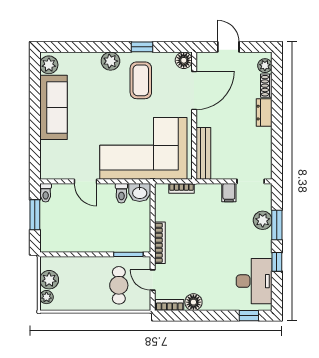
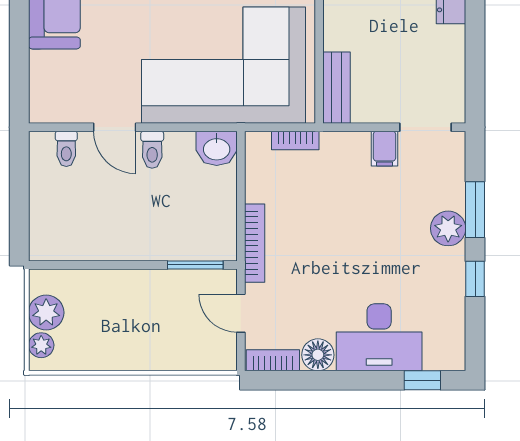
bench: (203, 153) -> (337, 88), width x0.73
toilet: (46, 193) -> (66, 149), moved
toilet: (121, 193) -> (152, 150), moved
window: (35, 215) -> (19, 190), removed
plant: (263, 220) -> (448, 228), moved
desk: (254, 281) -> (379, 337), moved, turned 90
cafe table: (119, 285) -> (177, 323), removed

